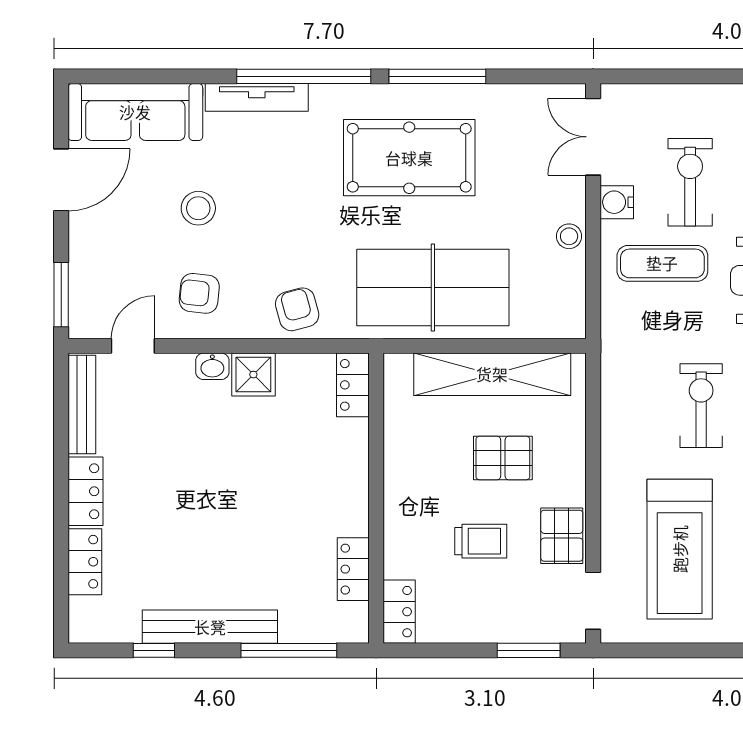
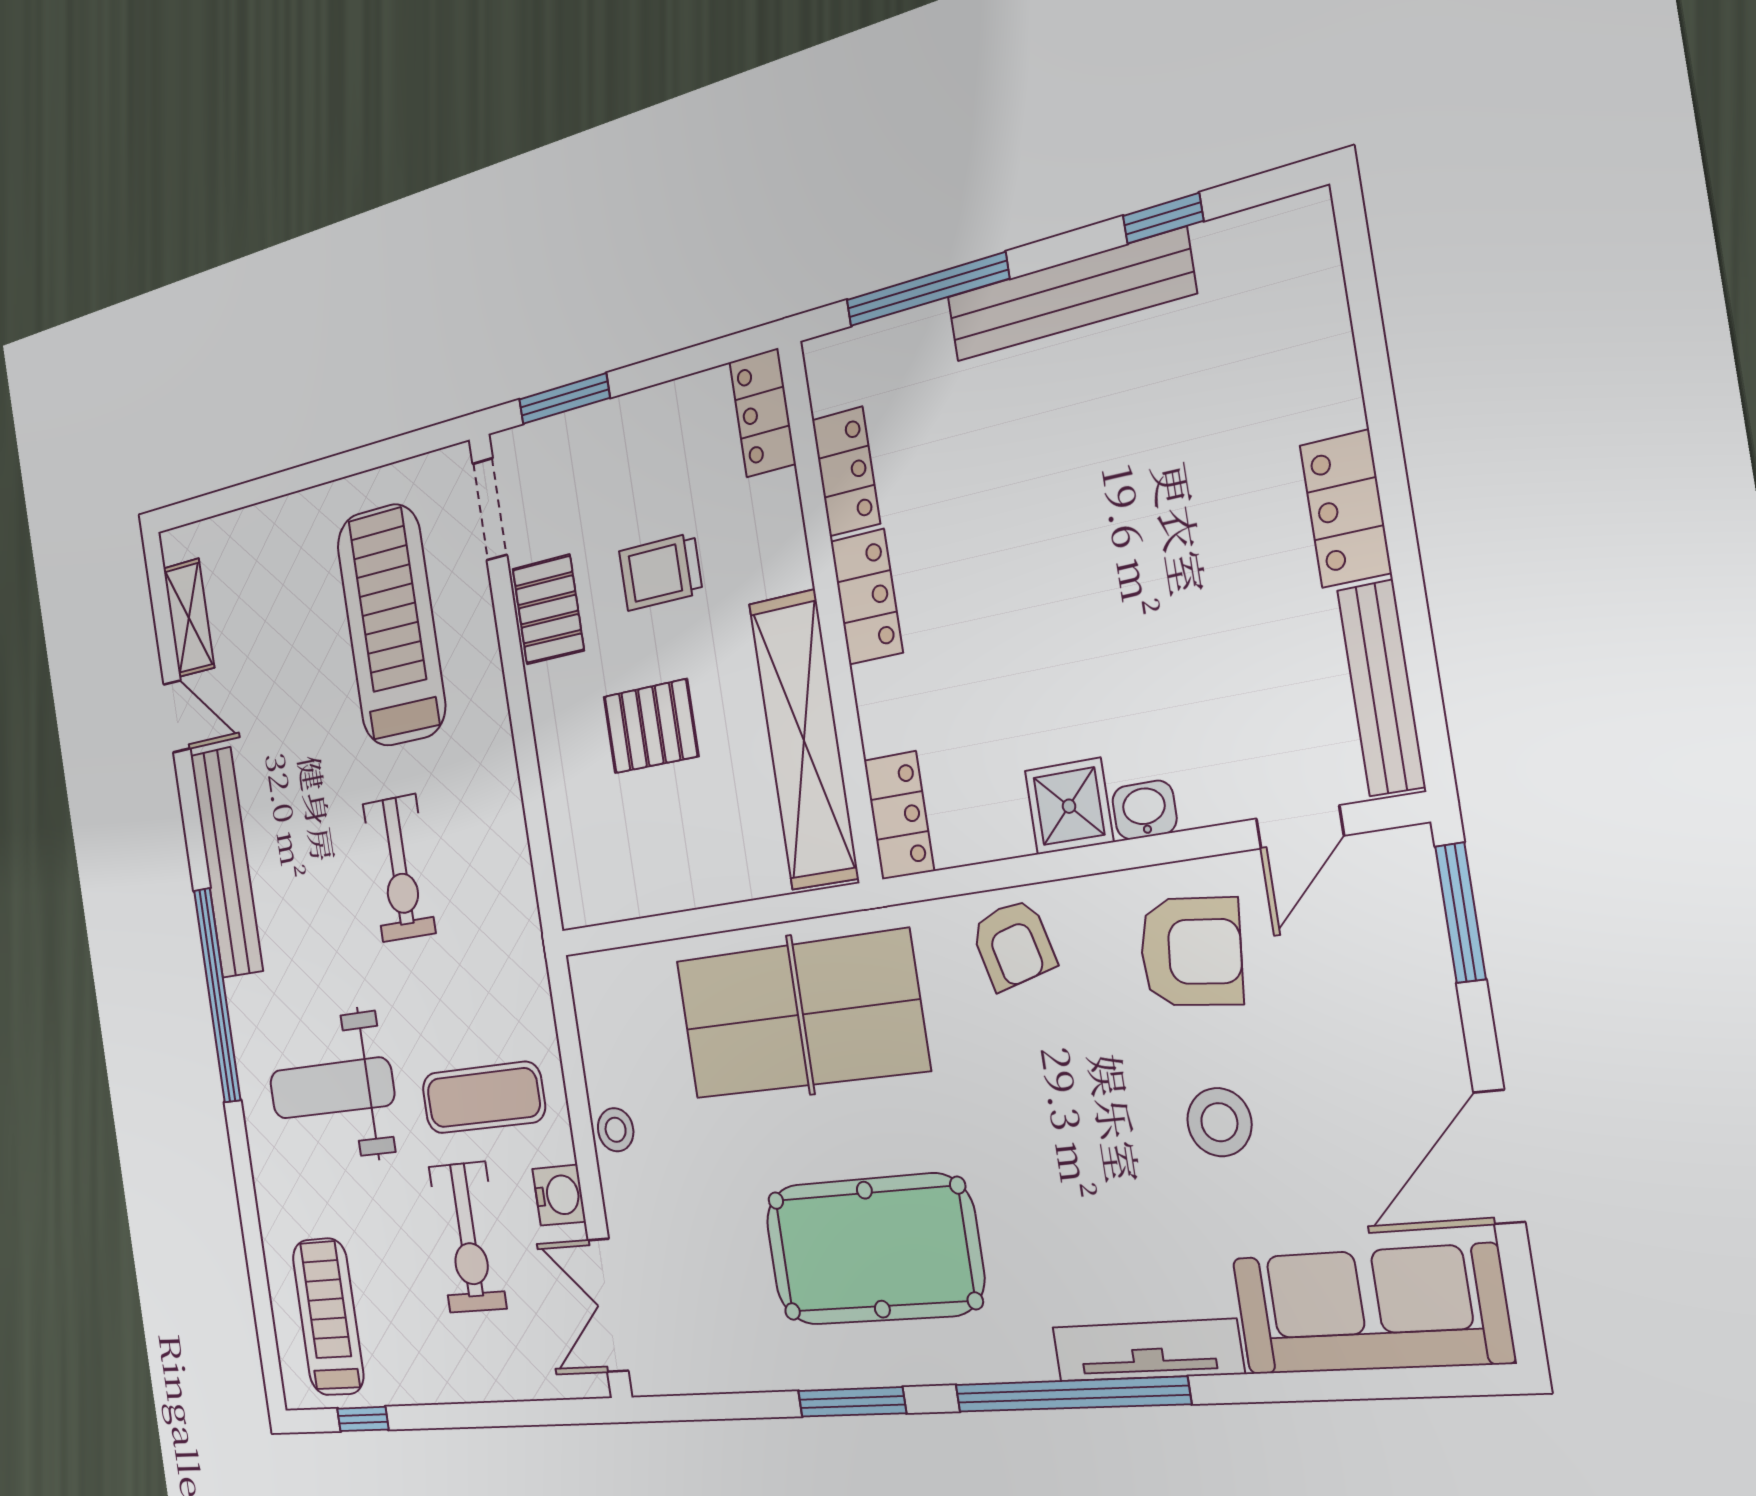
window: (437, 76) -> (852, 1402), width x0.69
double door: (593, 137) -> (608, 1305), swing flipped
armchair: (199, 293) -> (1191, 952), width x1.38, depth x1.38
shelving: (492, 374) -> (804, 740), moved, turned 90
locker: (85, 562) -> (867, 597), moved, turned 180

